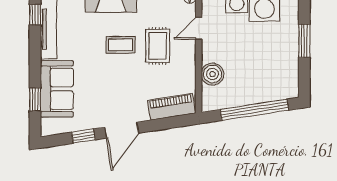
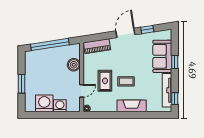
window: (35, 99) -> (175, 62), moved

